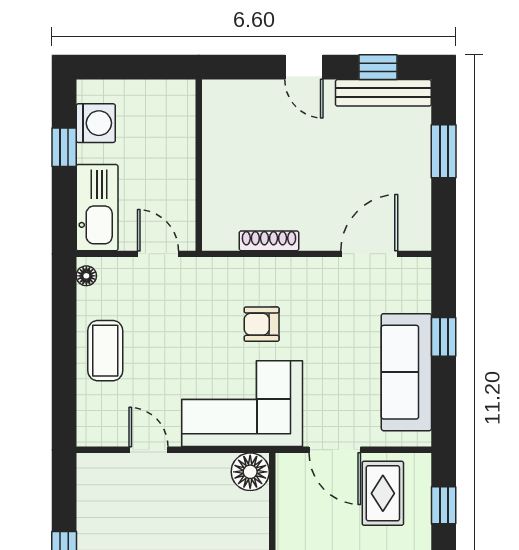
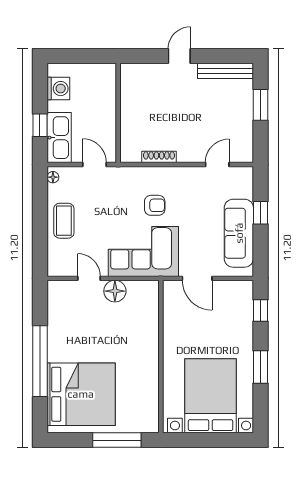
door: (304, 67) -> (179, 56), swing flipped
window: (378, 67) -> (222, 56), removed
window: (64, 147) -> (40, 125), moved
door: (369, 254) -> (217, 165), width x0.73
armchair: (262, 324) -> (155, 205), turned 180
floor lamp: (250, 472) -> (115, 291), moved
rug: (383, 493) -> (225, 304), removed

